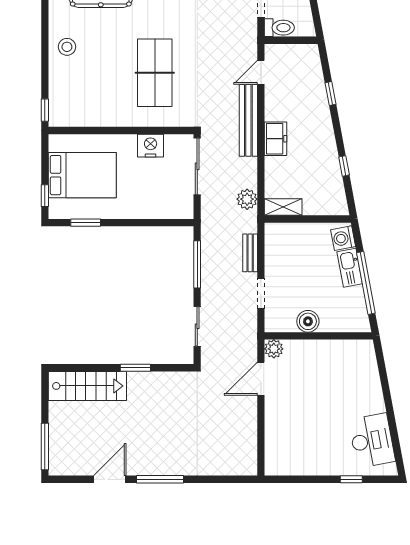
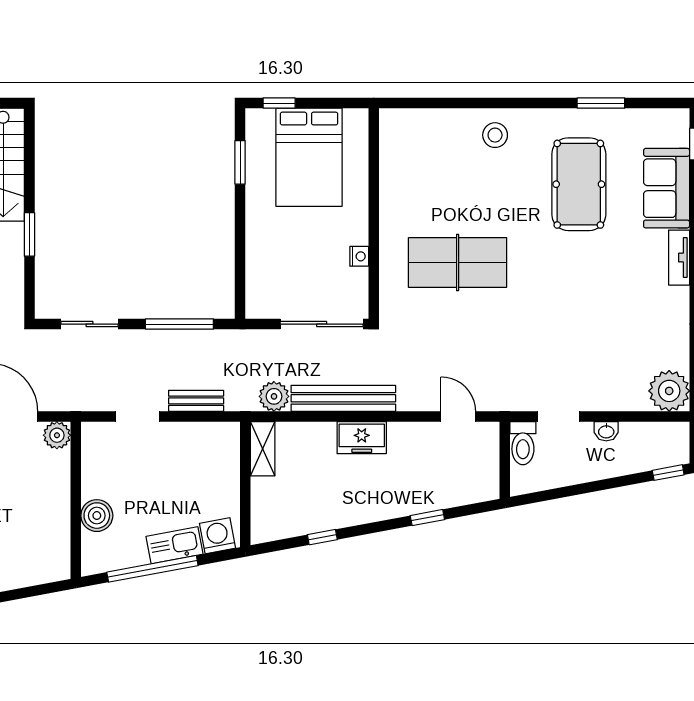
window: (45, 110) -> (403, 103), removed
bench: (248, 120) -> (343, 398), moved
nightstand: (151, 146) -> (359, 256), width x0.53, depth x0.56
boiler: (308, 321) -> (97, 516), moved

